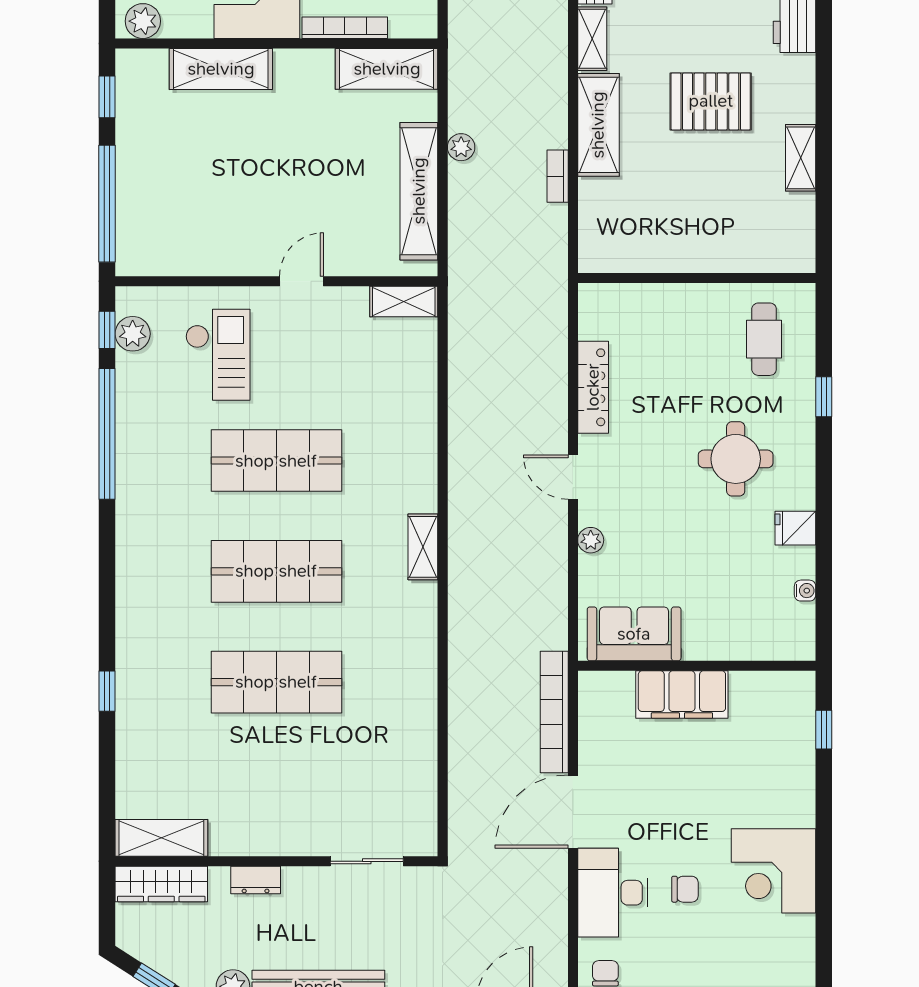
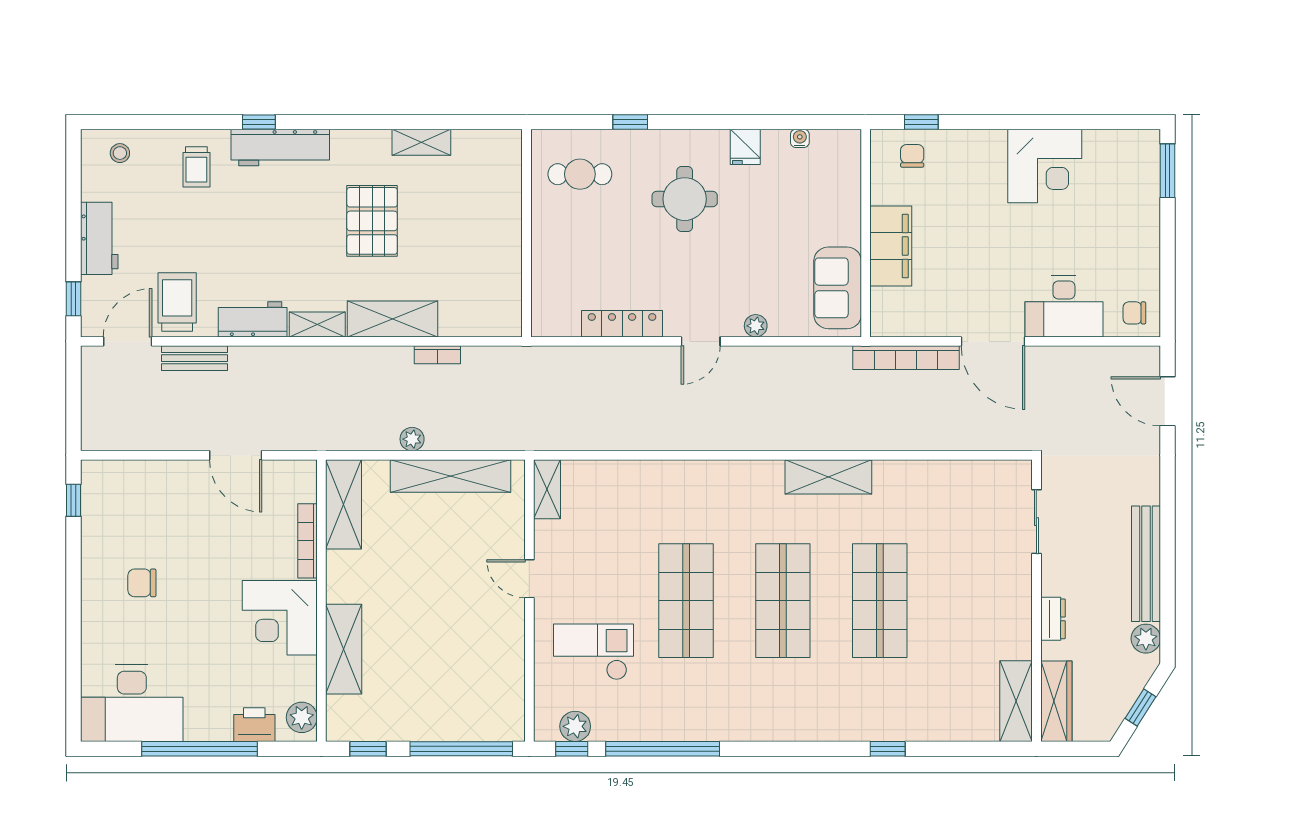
shelving: (423, 547) -> (828, 477), moved, width x1.50, depth x1.33
chair: (685, 889) -> (912, 156), moved

